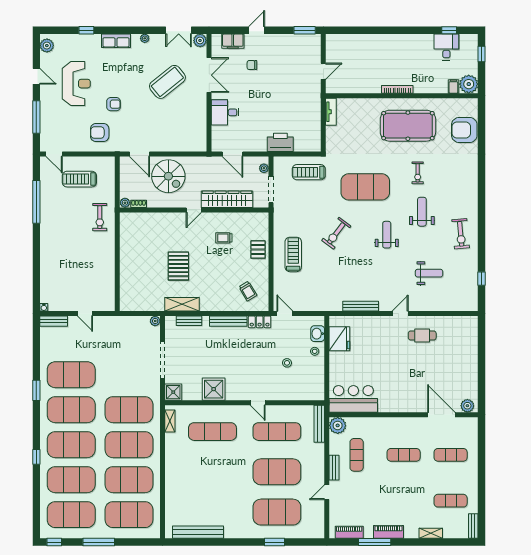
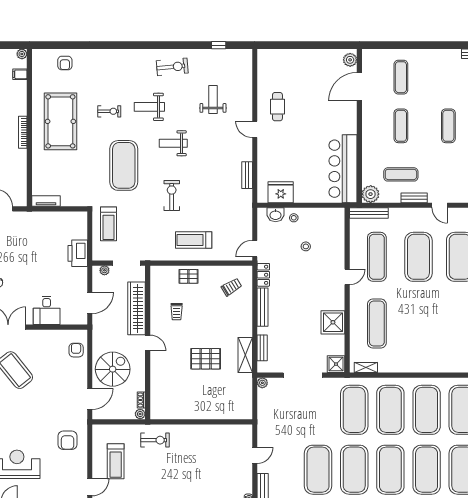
plant: (469, 84) -> (22, 54), width x0.53, depth x0.53
armchair: (114, 104) -> (76, 350), moved
armchair: (464, 130) -> (65, 63), width x0.53, depth x0.53
exercise bike: (336, 233) -> (172, 195), turned -127
bench: (361, 306) -> (247, 175), width x0.73
bar counter: (353, 399) -> (343, 169), width x1.36
exercise mat: (451, 501) -> (448, 126), moved

